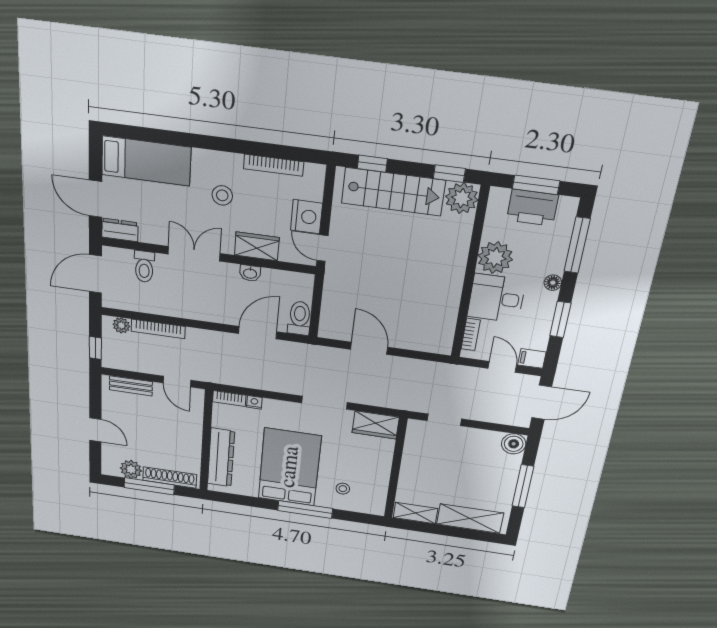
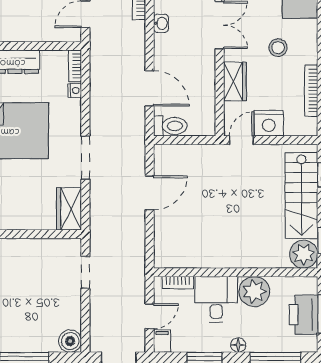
washbasin: (250, 273) -> (161, 23), moved, turned 180

